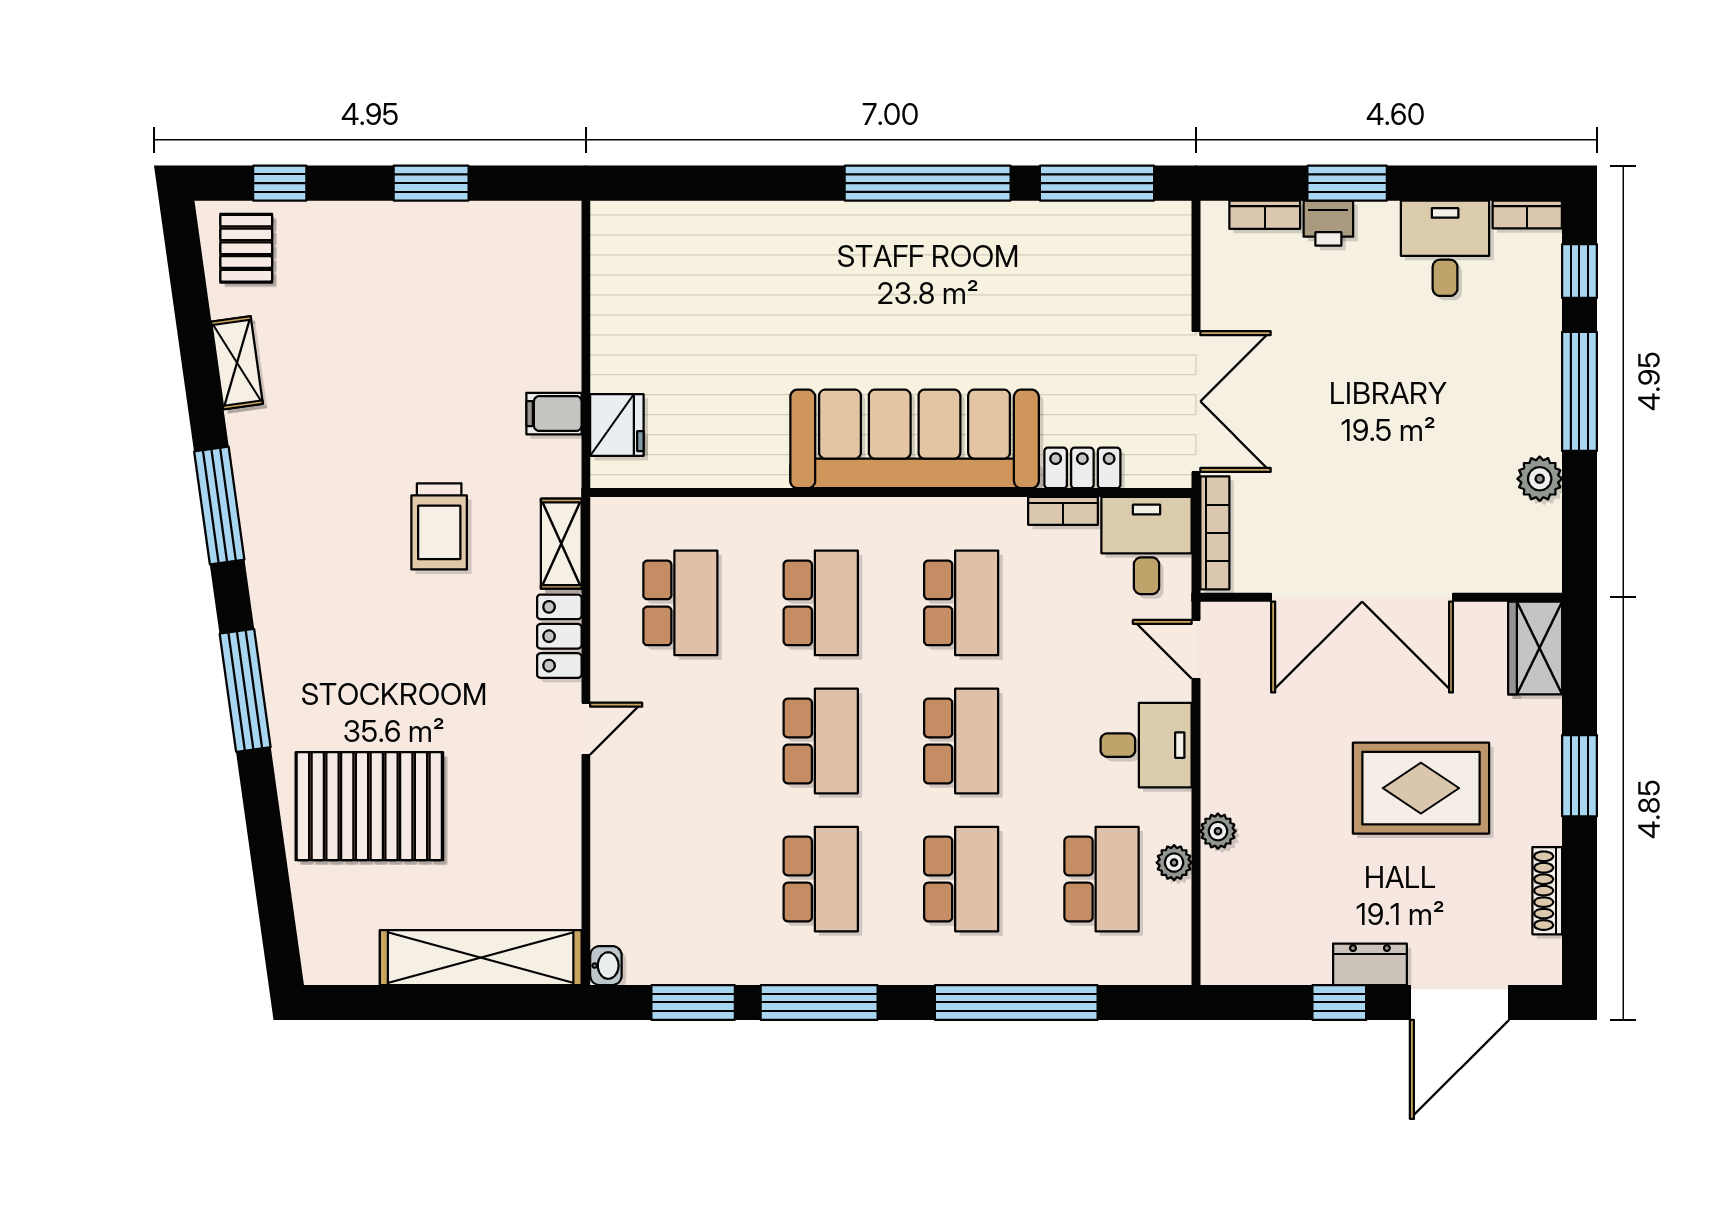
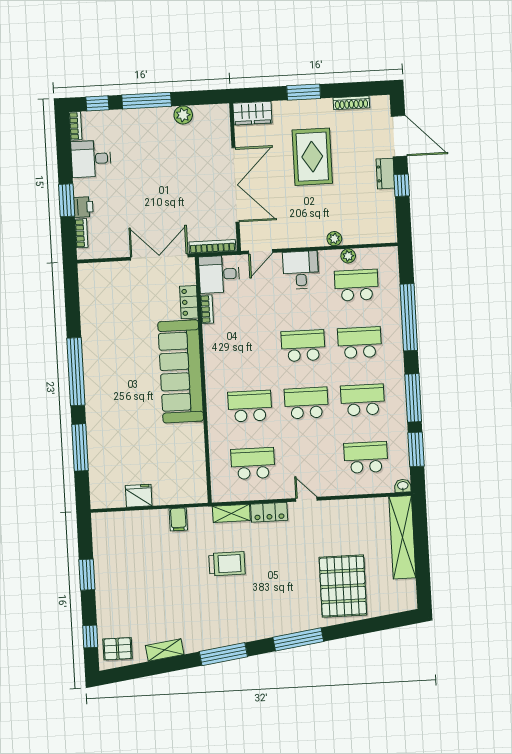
window: (1097, 183) -> (80, 447), moved
fridge: (617, 425) -> (139, 496), moved
school desk: (961, 603) -> (366, 457), moved

